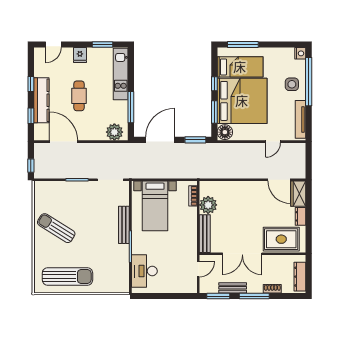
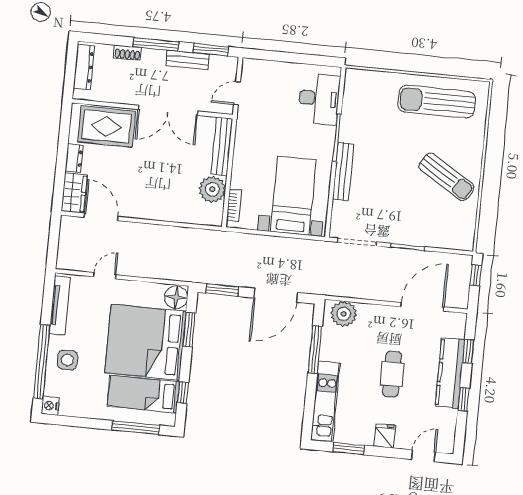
window: (214, 84) -> (183, 393), moved
door: (64, 142) -> (422, 307), swing flipped
double door: (242, 254) -> (168, 110), swing flipped

